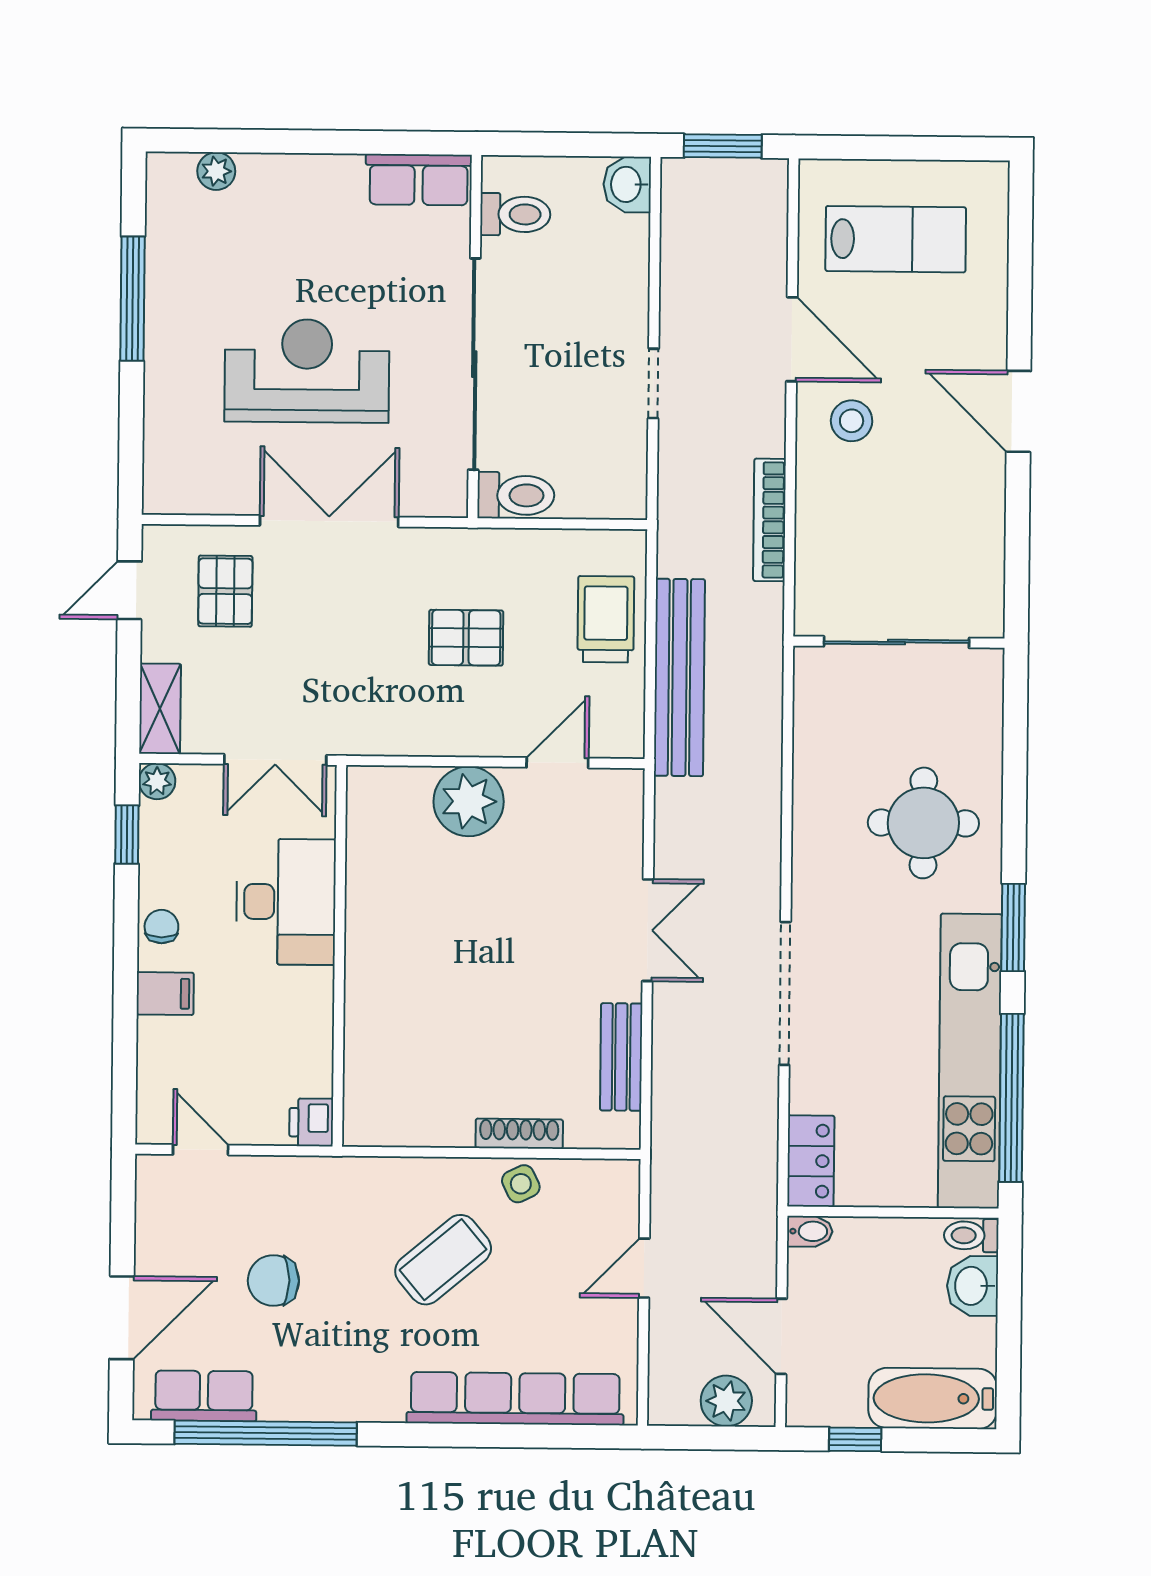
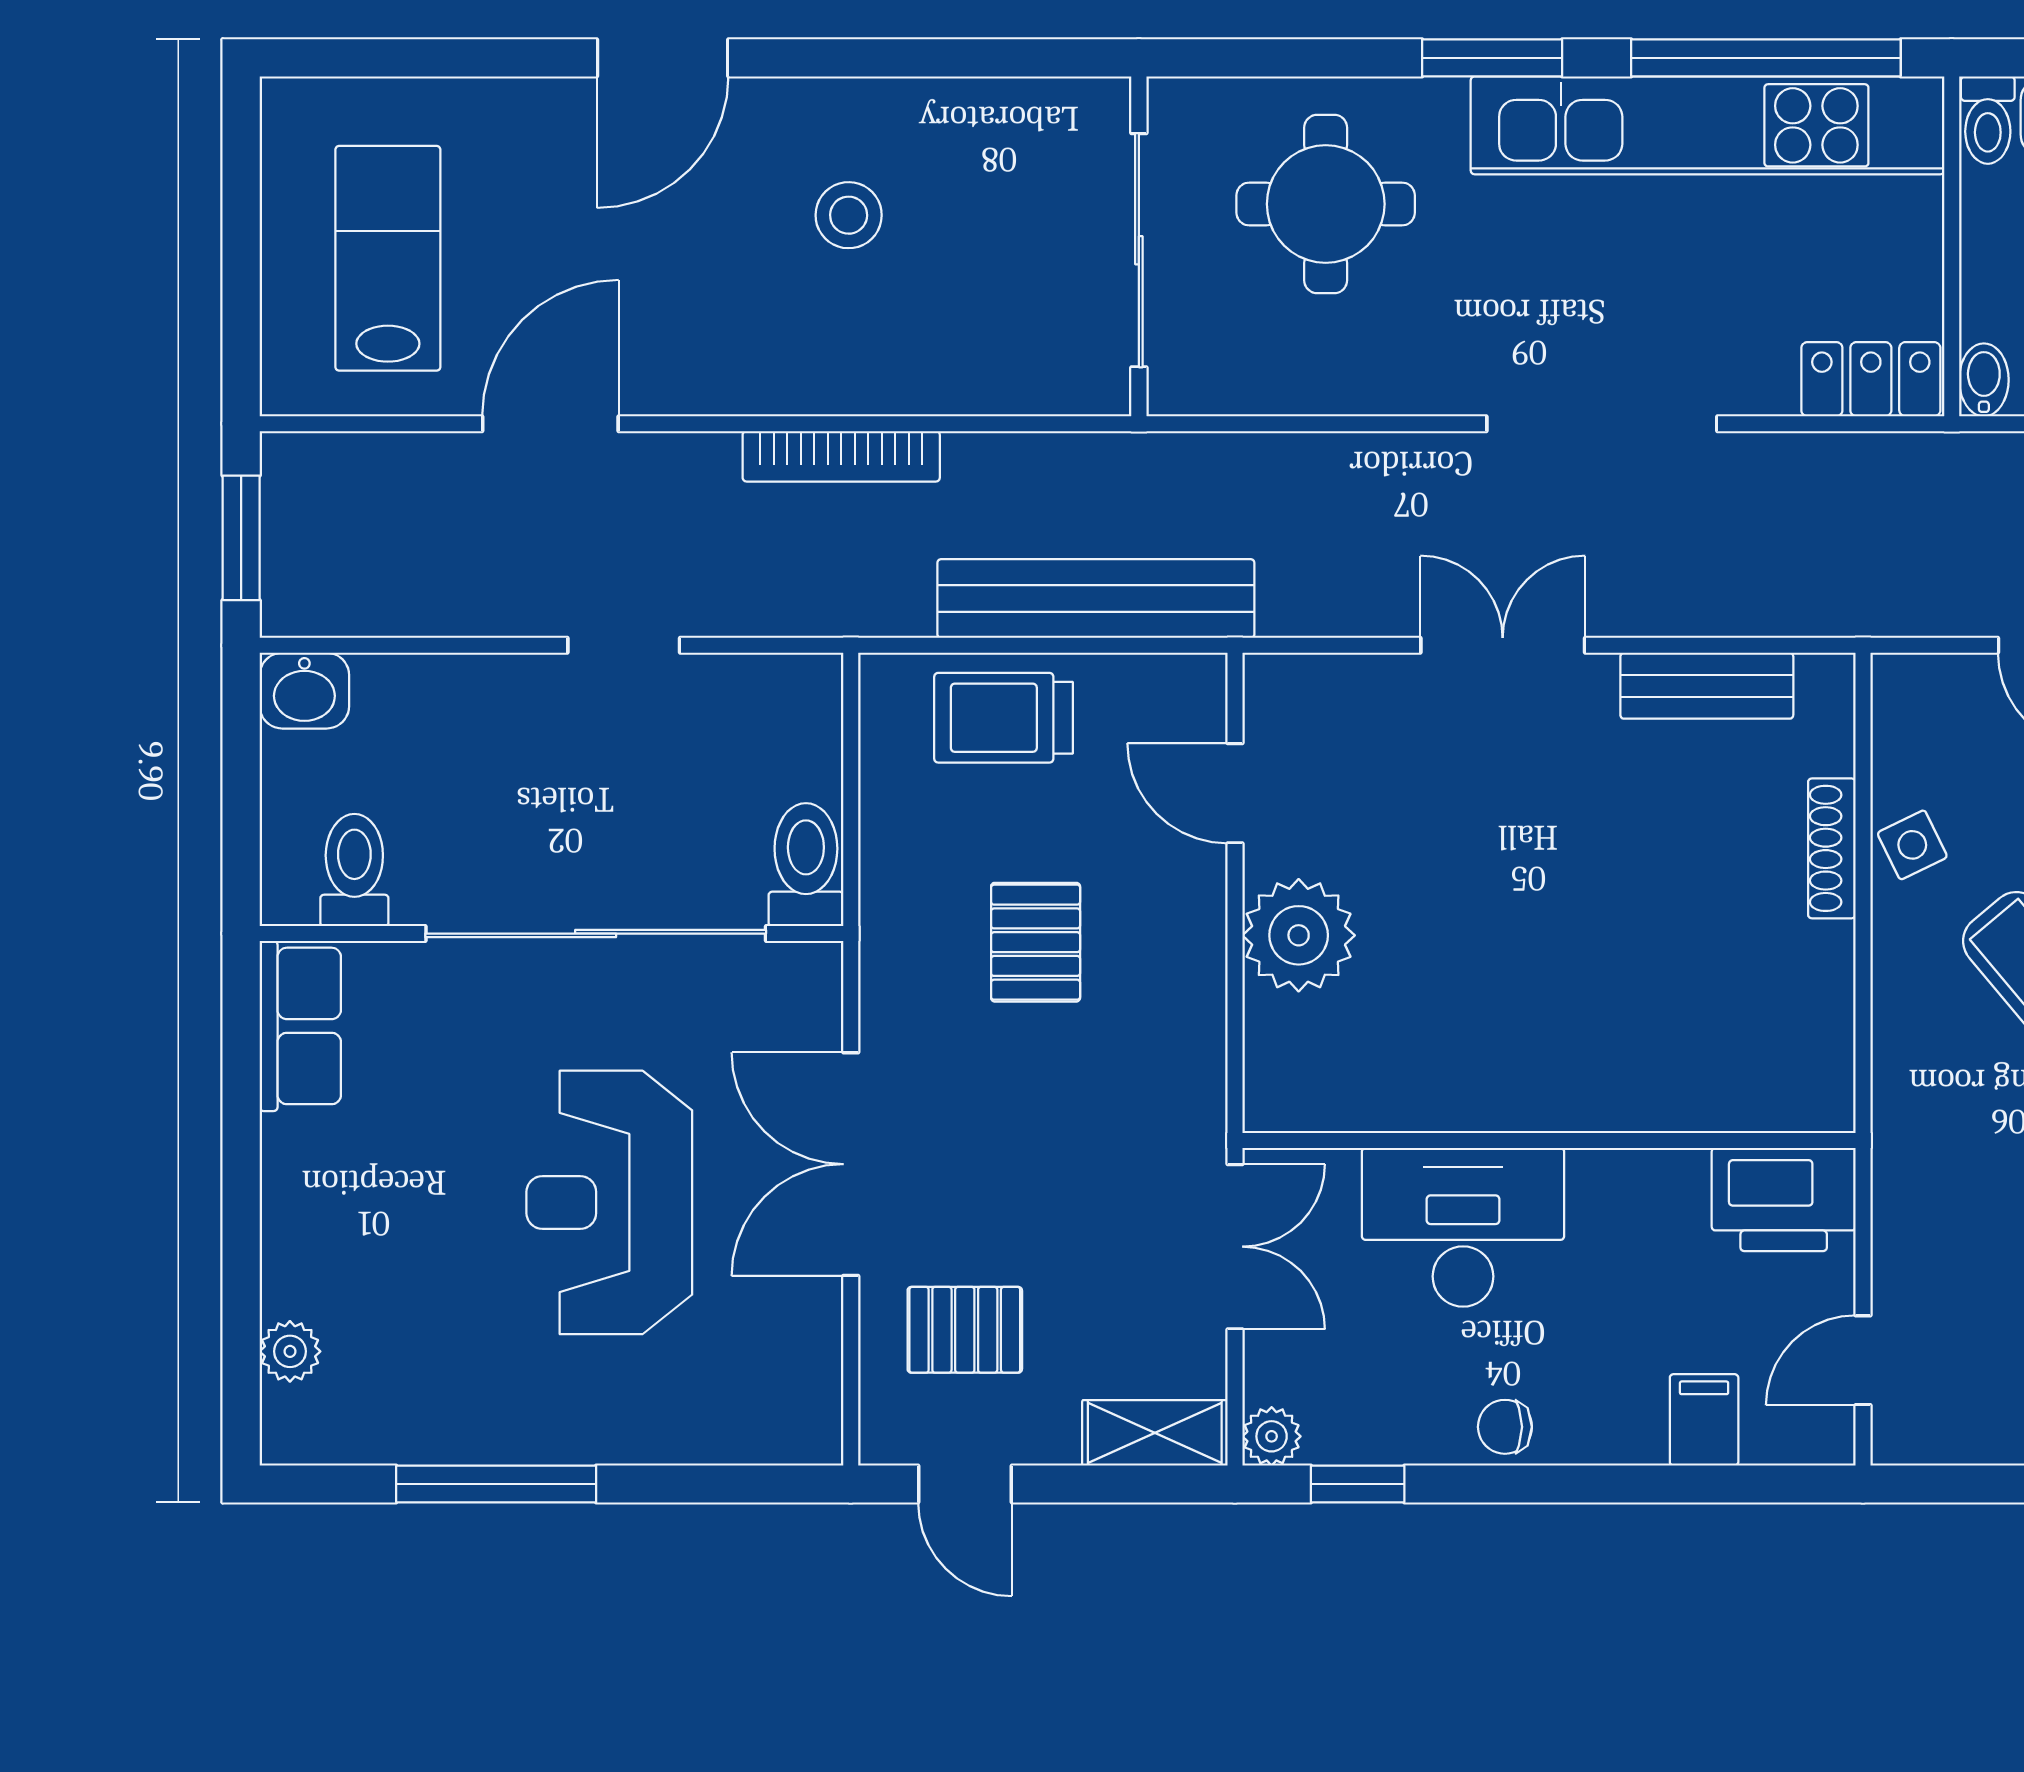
stool: (852, 421) -> (849, 215), moved
sliding door: (896, 642) -> (1139, 250), moved
wall: (899, 642) -> (1139, 246), moved
filing cabinet: (165, 994) -> (1704, 1420), moved
printer: (311, 1122) -> (1784, 1199), width x1.87, depth x1.48

